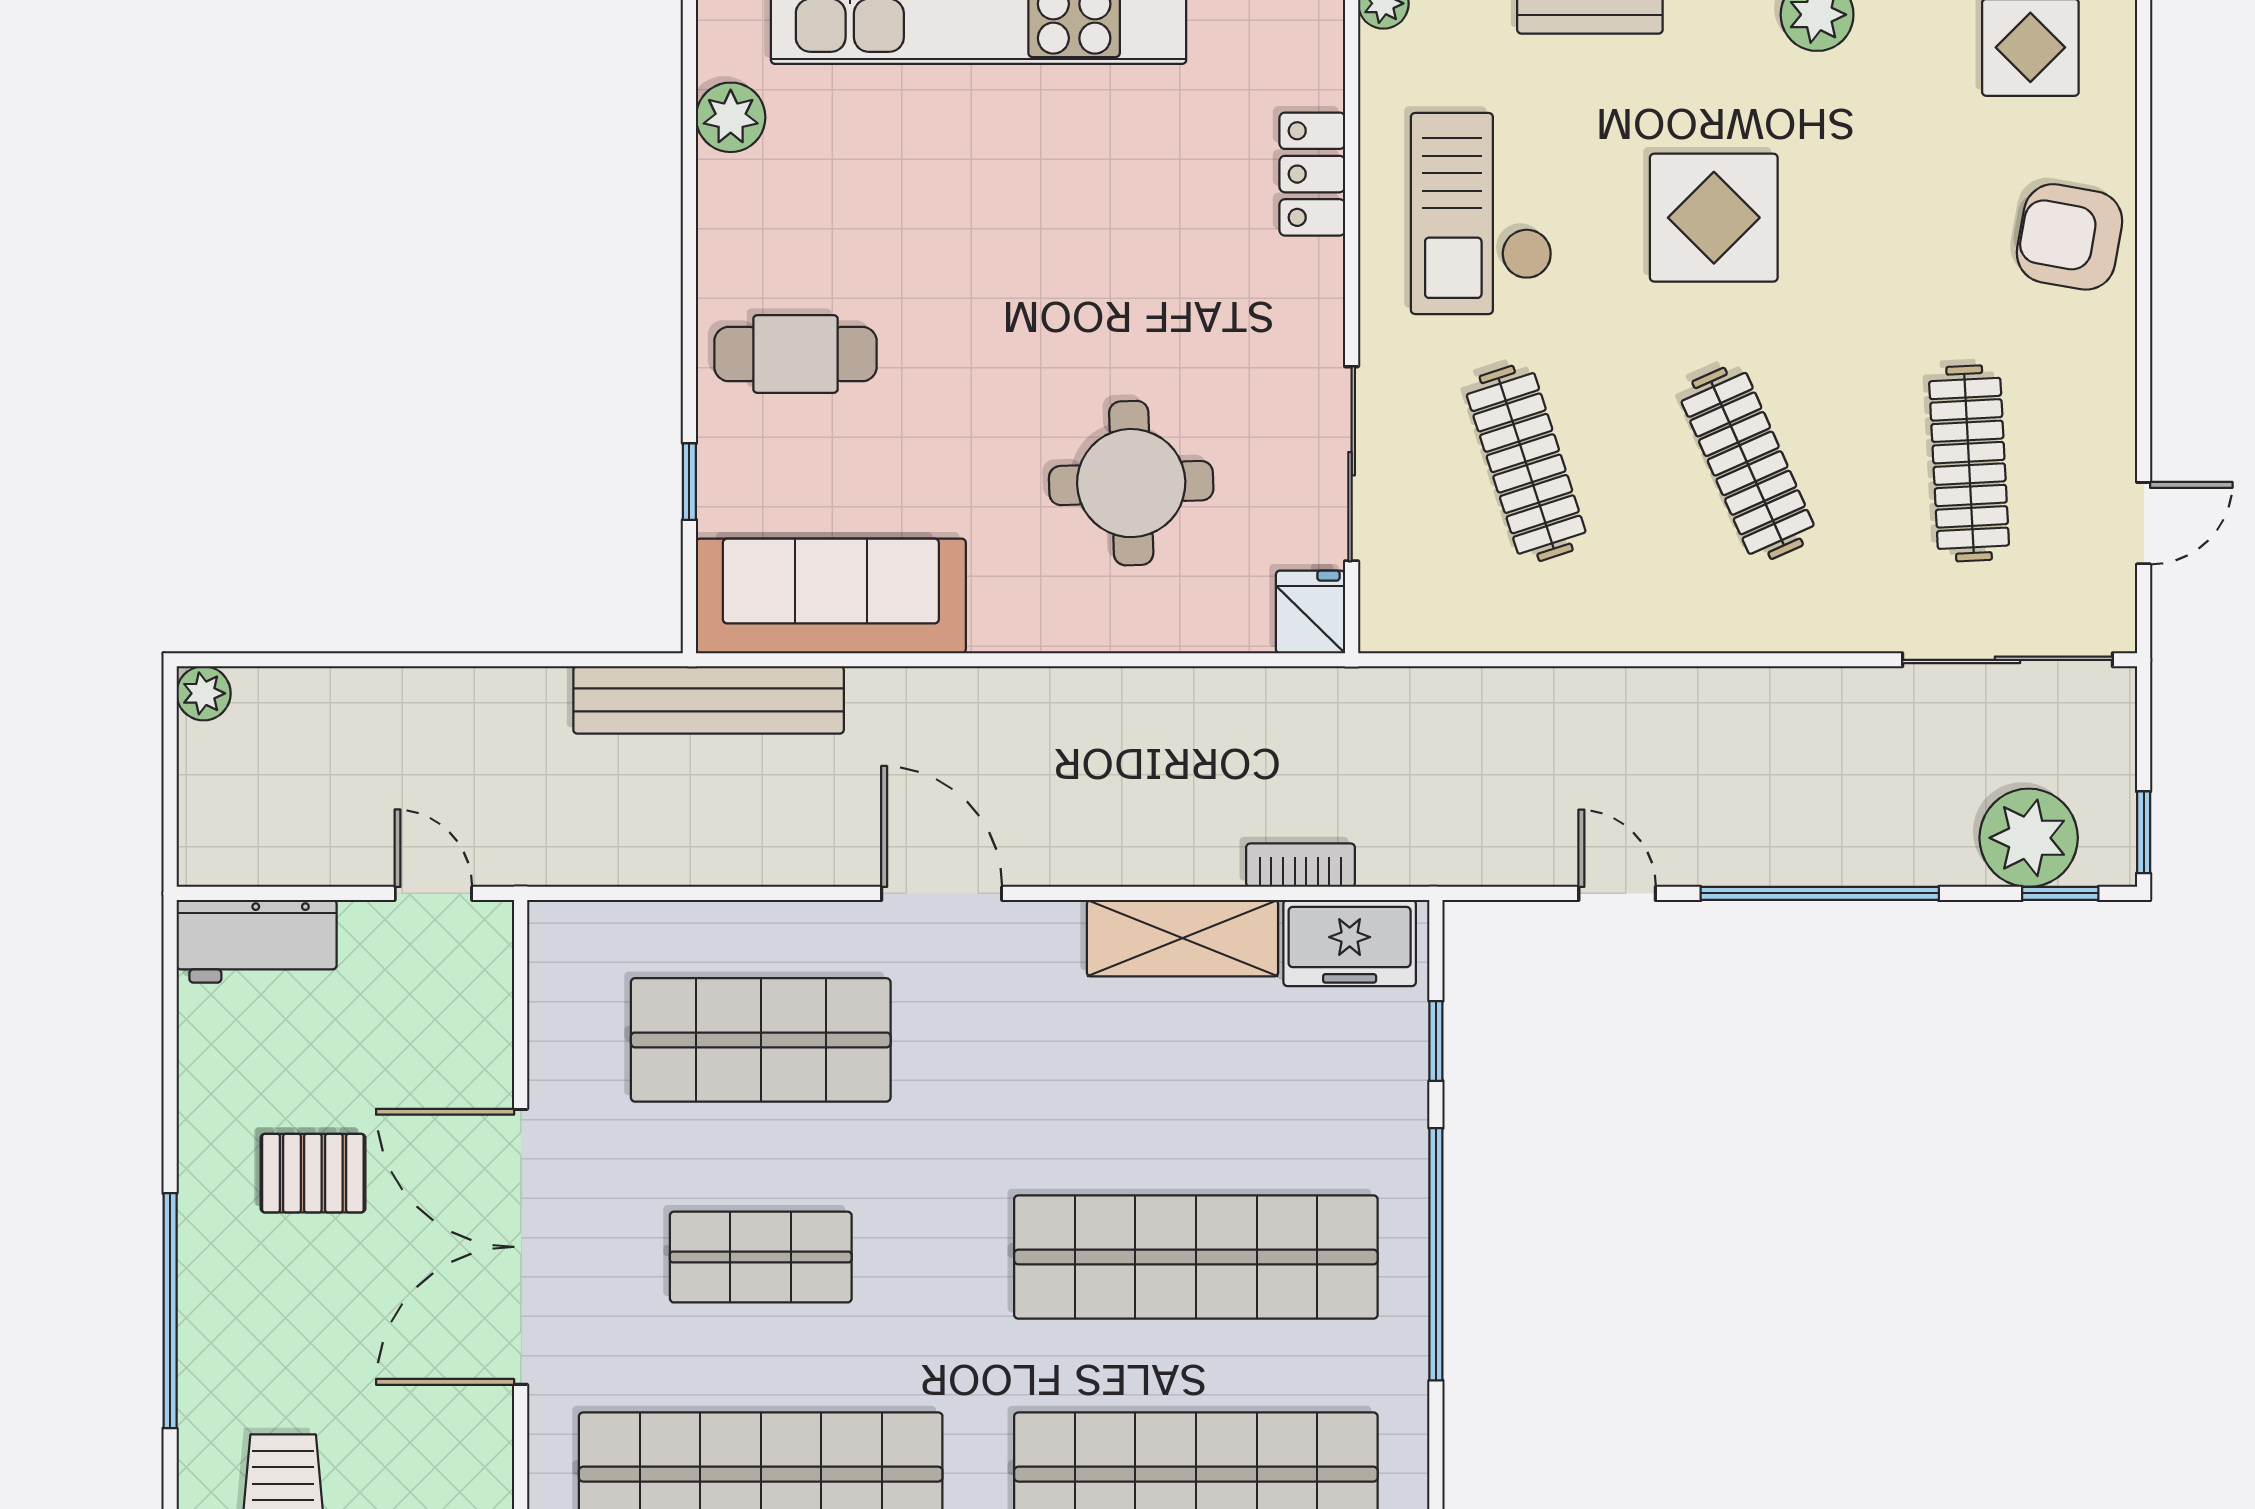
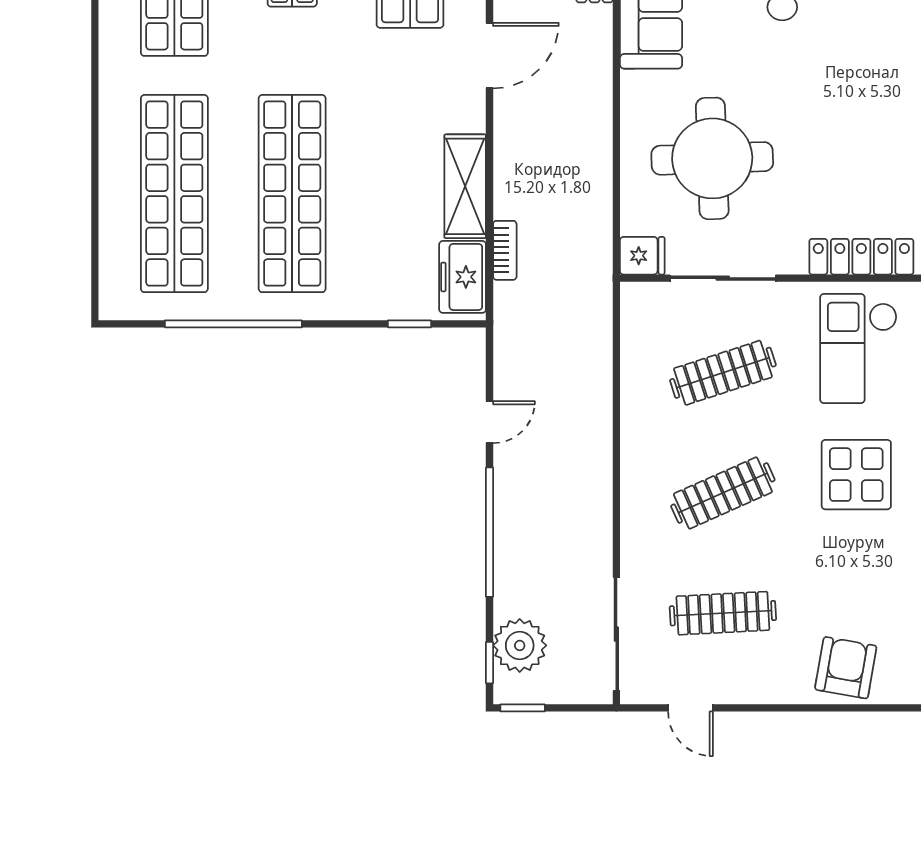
locker: (1312, 174) -> (861, 257), width x1.53
checkout: (1482, 214) -> (859, 349), turned -90
round table: (1131, 483) -> (712, 158), width x1.36, depth x1.36
window: (1436, 1254) -> (233, 324), moved

